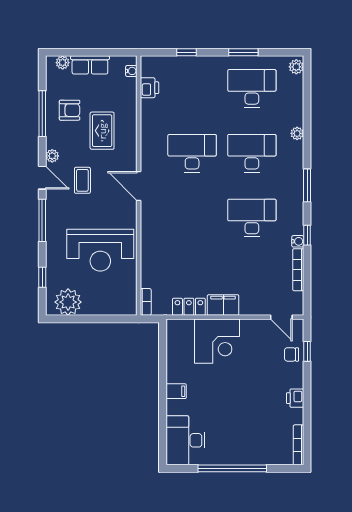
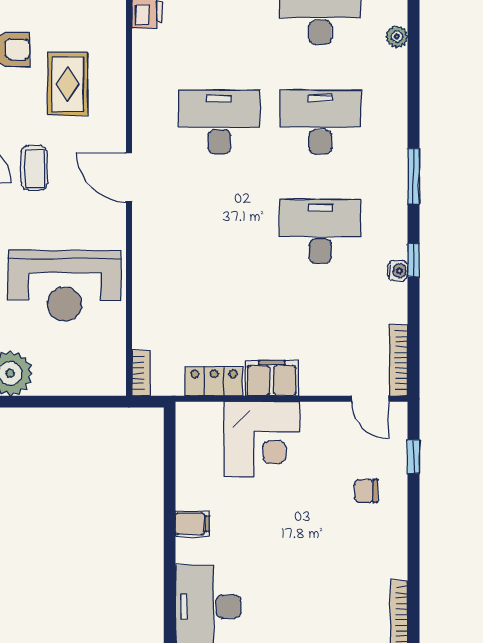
plant: (297, 133) -> (397, 37), moved
bookcase: (298, 270) -> (399, 360), moved
chair: (291, 354) -> (366, 491), moved
printer: (295, 398) -> (393, 535), removed

